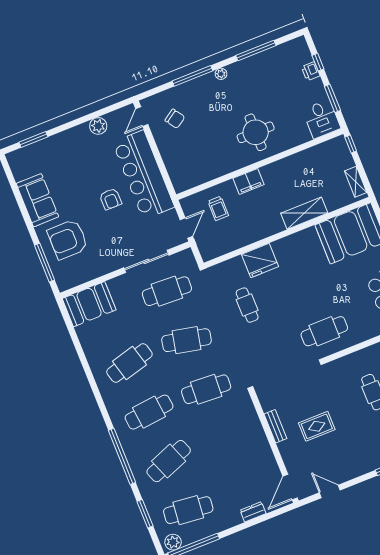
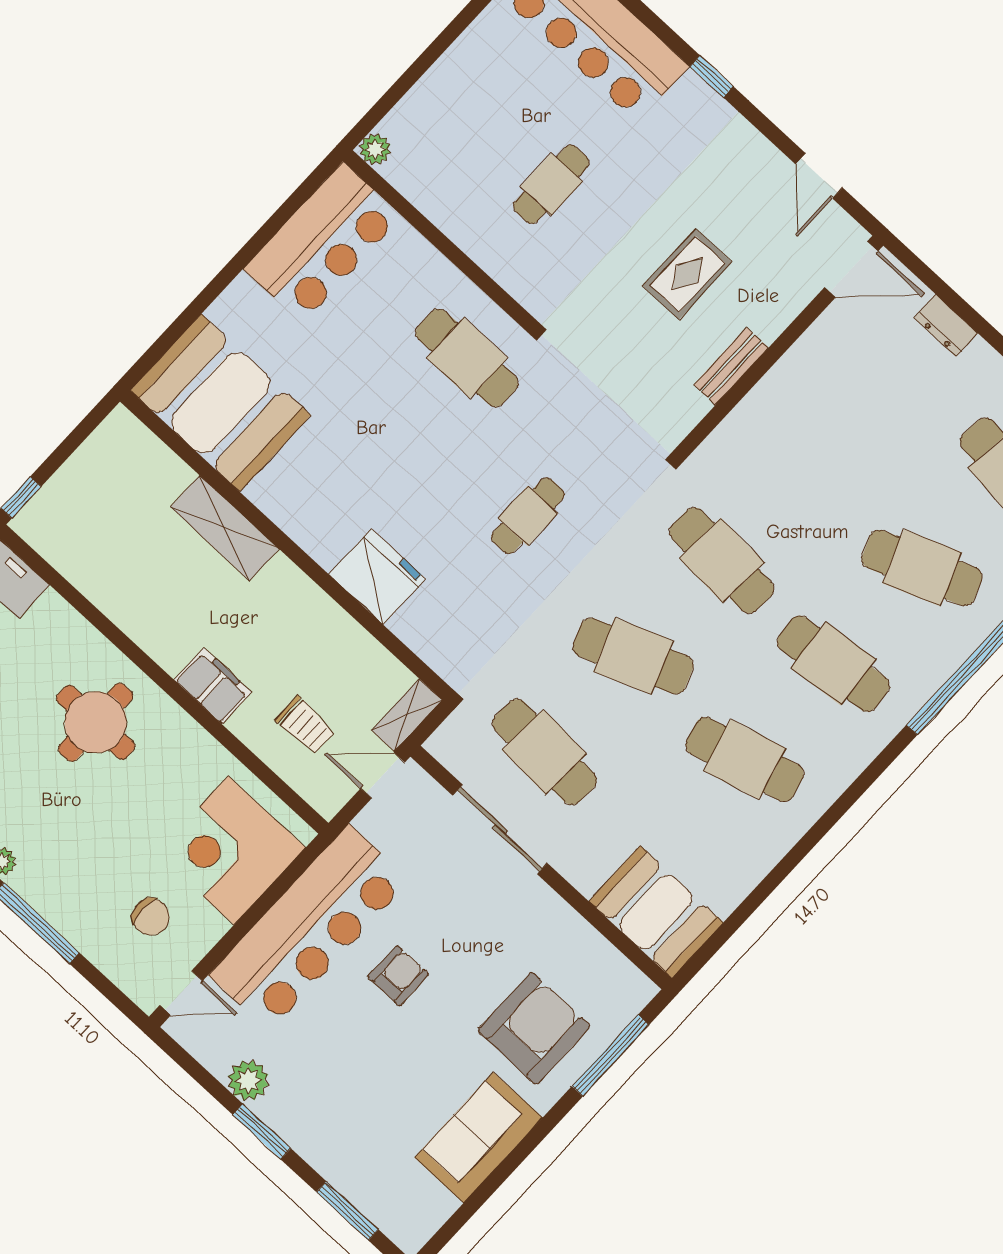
chair: (175, 119) -> (151, 917), turned 124
window: (77, 122) -> (262, 1132), added
corner desk: (185, 160) -> (231, 850), added
shelving: (356, 182) -> (407, 715), moved
trolley: (218, 208) -> (305, 725), turned 90
armchair: (68, 239) -> (534, 1028), turned -90
cafe table: (247, 305) -> (528, 516), moved
cafe table: (187, 340) -> (633, 656), turned -33
rug: (317, 426) -> (687, 274), turned 90

